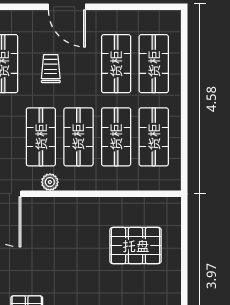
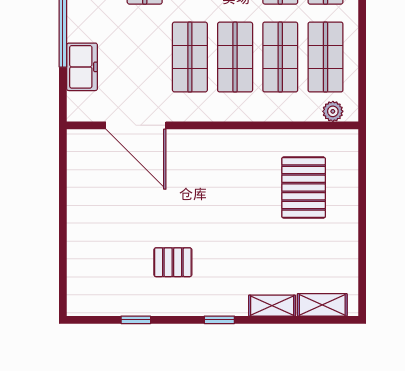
plant: (50, 182) -> (333, 111), moved
pallet: (136, 246) -> (304, 188), turned 90

